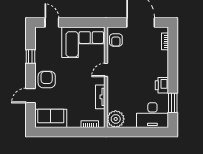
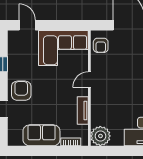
sofa: (51, 118) -> (41, 135), moved

